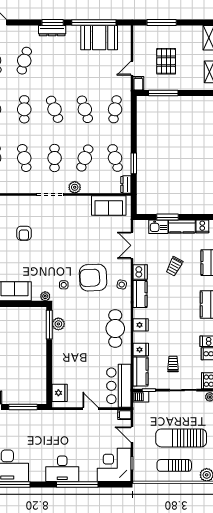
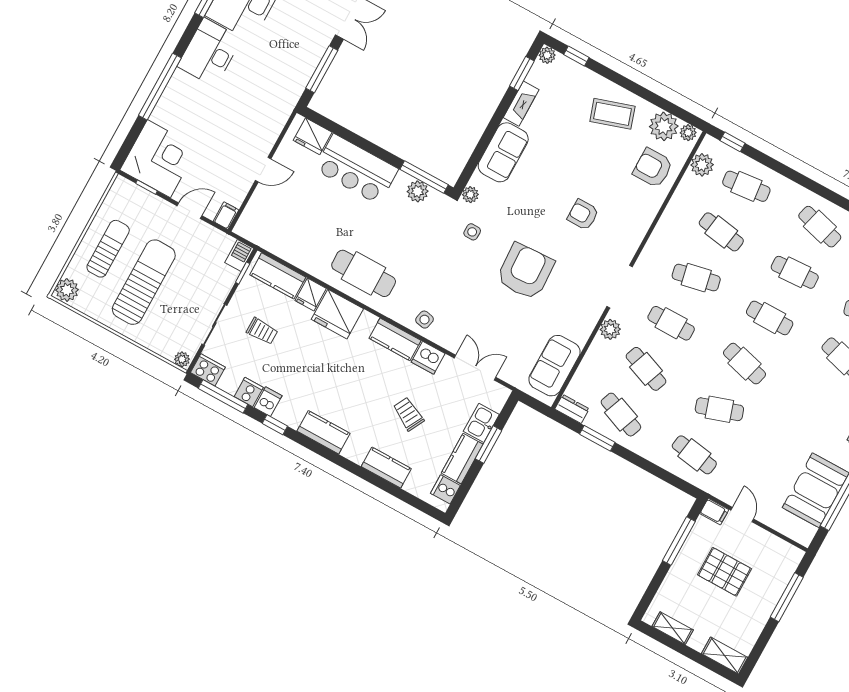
cafe table: (55, 109) -> (745, 364), turned 36
cafe table: (115, 158) -> (621, 415), turned 36
armchair: (93, 278) -> (525, 271), moved
fridge: (141, 325) -> (337, 314), width x1.88, depth x1.34
bar counter: (119, 386) -> (356, 169), moved, turned 180
desk: (62, 469) -> (210, 52), moved

